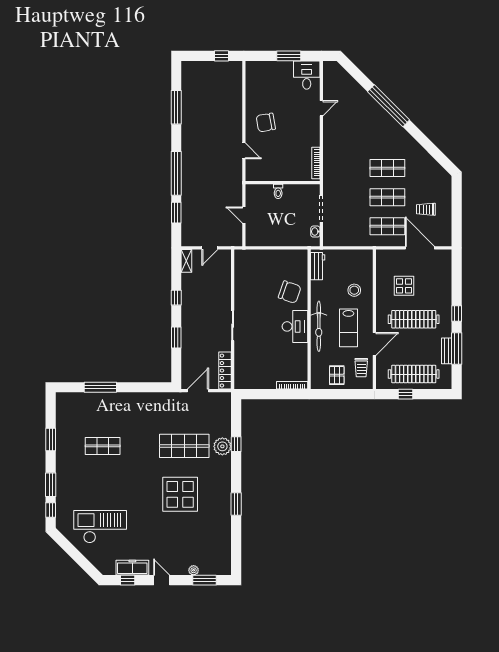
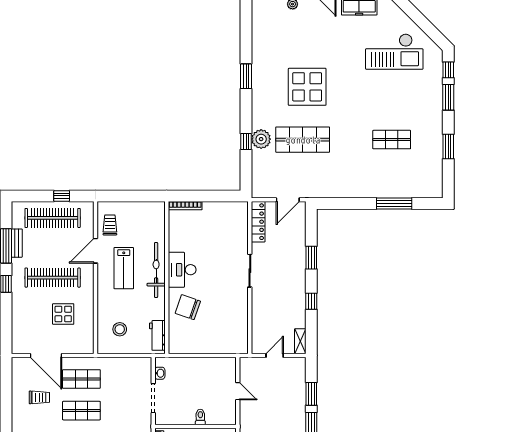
stool: (354, 290) -> (120, 329), moved
lab bench: (348, 328) -> (124, 268), turned 180
pallet: (337, 375) -> (137, 217), removed

